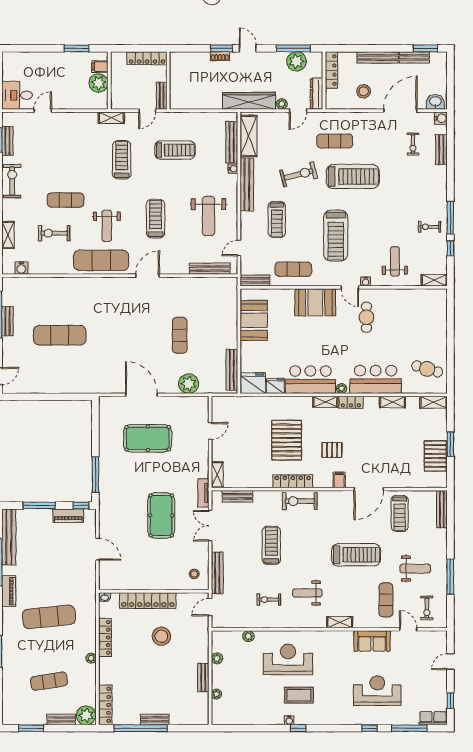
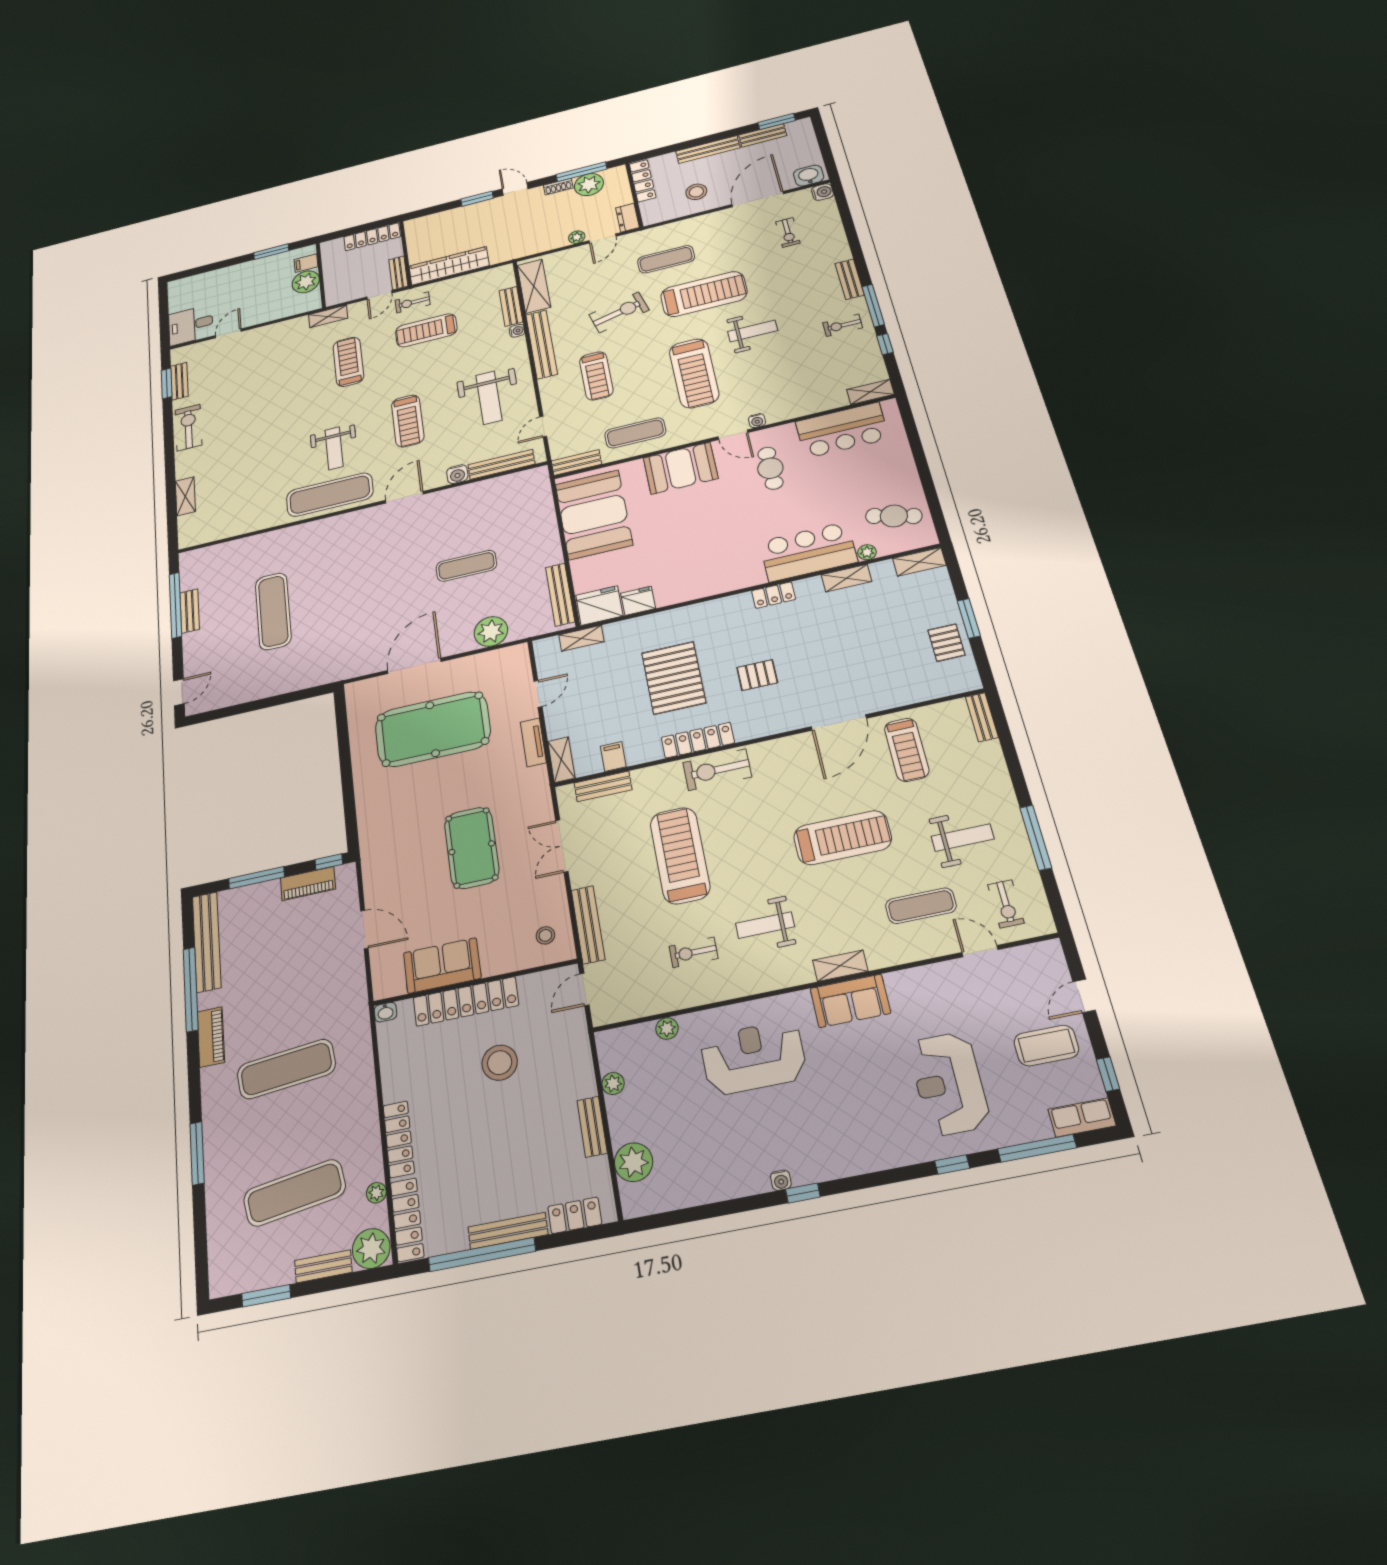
shoe rack: (220, 56) -> (558, 187), moved
dresser: (317, 94) -> (627, 218), width x0.70
wardrobe: (249, 101) -> (449, 266), moved
bench: (232, 142) -> (511, 306), width x0.73
treadmill: (175, 150) -> (426, 330), turned 180
bench: (441, 150) -> (850, 279), moved
exercise mat: (66, 200) -> (269, 431), removed
treadmill: (156, 219) -> (408, 421), turned 180
exercise bike: (54, 233) -> (413, 302), moved, width x0.73, depth x0.72
weight bench: (395, 261) -> (753, 331), moved, turned 90
water cooler: (21, 268) -> (457, 474), moved
booth: (254, 320) -> (594, 515), width x1.36, depth x1.42
exercise mat: (60, 335) -> (273, 611), turned 90
exercise mat: (180, 335) -> (466, 566), turned 90
bar counter: (310, 380) -> (842, 430), moved, turned 180
plant: (342, 388) -> (867, 552), moved
door: (141, 395) -> (414, 666), hinge flipped
shelving: (325, 402) -> (581, 638), moved
pool table: (148, 438) -> (433, 729), width x1.36, depth x1.32
pallet: (435, 456) -> (946, 643), width x0.67, depth x0.71
window: (95, 475) -> (349, 806), removed
filing cabinet: (339, 480) -> (613, 757), moved
tv unit: (203, 493) -> (533, 742), moved
bench: (442, 509) -> (982, 717), width x0.73
treadmill: (271, 545) -> (680, 855), width x1.37, depth x1.38
sofa: (137, 578) -> (442, 966), added
exercise mat: (386, 600) -> (921, 906), turned 90
locker: (105, 637) -> (399, 1139), moved
sofa: (372, 641) -> (850, 1001), moved
plant: (91, 658) -> (376, 1193), moved
exercise mat: (49, 681) -> (295, 1193), width x1.36, depth x1.45
reception desk: (377, 691) -> (949, 1084), turned -90
plant: (216, 694) -> (633, 1162), width x1.87, depth x1.87
coffee table: (299, 695) -> (1046, 1046), moved
locker: (188, 718) -> (575, 1215), added
bench: (155, 719) -> (508, 1231), width x1.36

